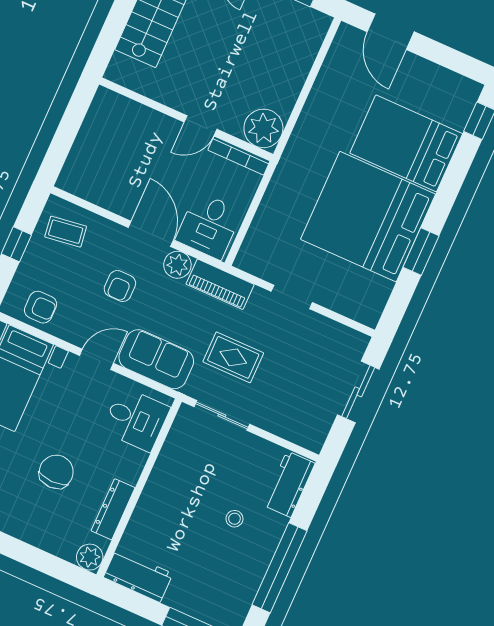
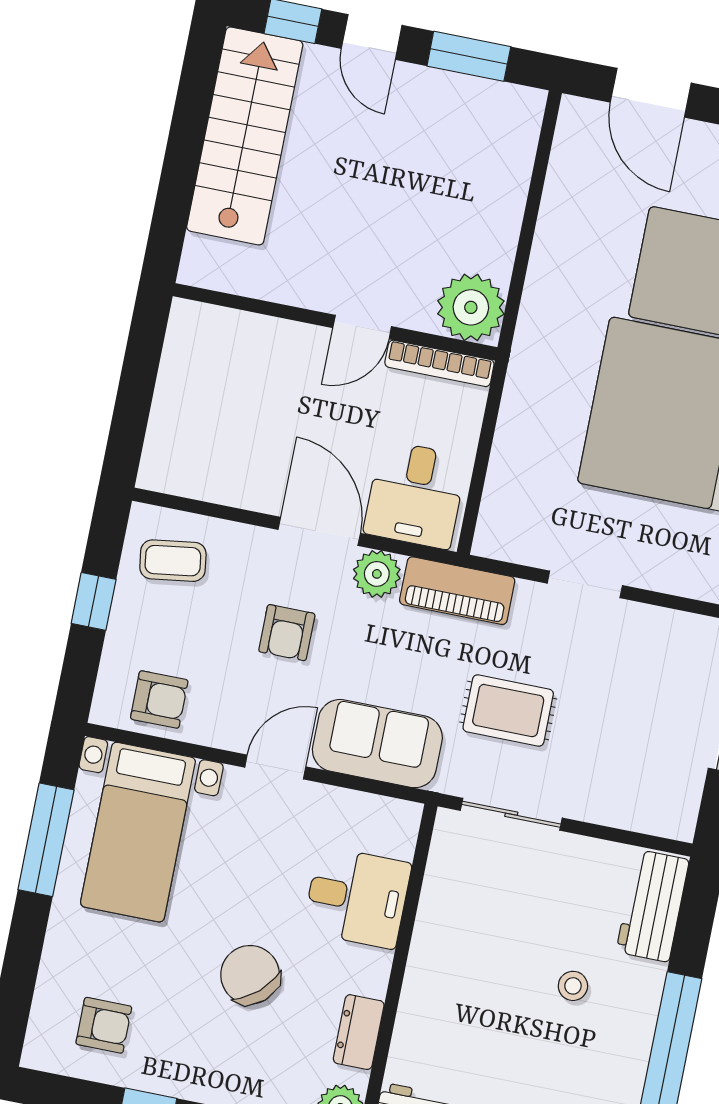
desk: (136, 419) -> (357, 897), moved
chair: (56, 472) -> (250, 975), turned -42
dresser: (113, 509) -> (359, 1032), width x0.70

